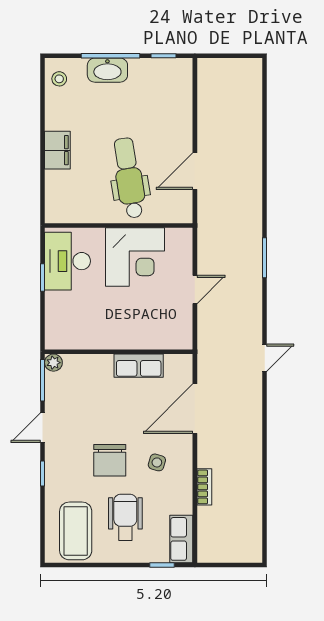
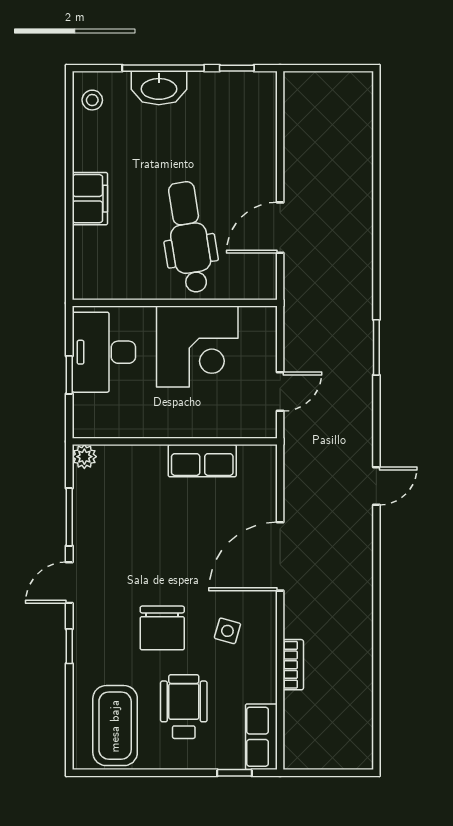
wall: (119, 352) -> (175, 441), moved
plant: (53, 363) -> (84, 457), moved
row of seats: (139, 366) -> (202, 461), moved

